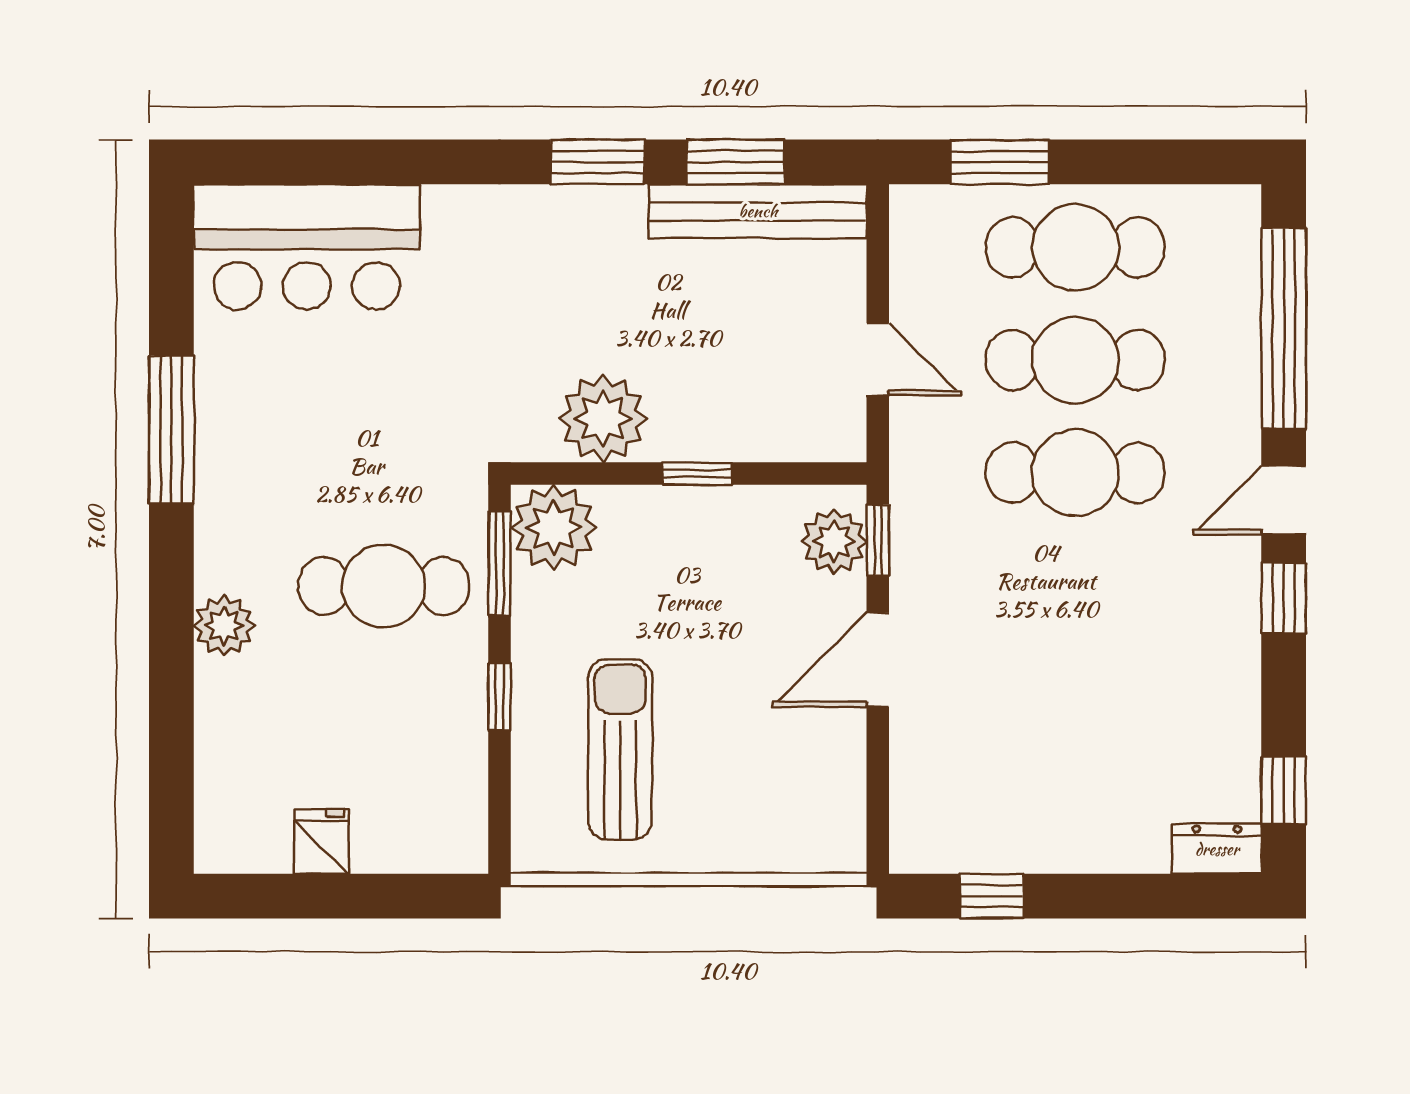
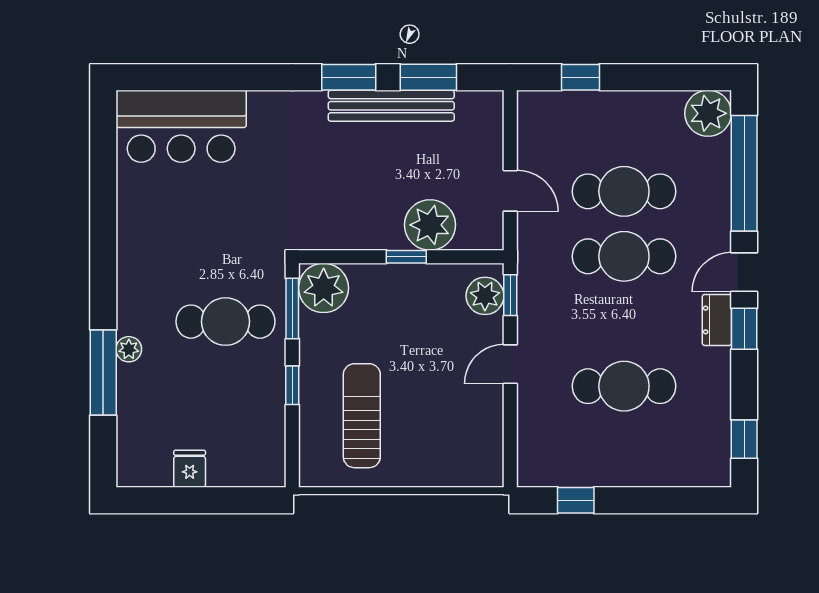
window: (1000, 162) -> (581, 77), width x0.67
bench: (758, 211) -> (391, 106), moved
plant: (1221, 225) -> (708, 113), added
cafe table: (1075, 247) -> (624, 386), moved
plant: (603, 418) -> (430, 225), moved
window: (171, 430) -> (103, 373), moved
plant: (224, 626) -> (129, 349), width x0.73, depth x0.73
door: (878, 660) -> (510, 364), width x0.73
dresser: (1217, 849) -> (717, 320), moved, turned -90

